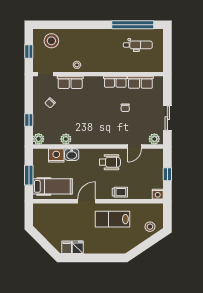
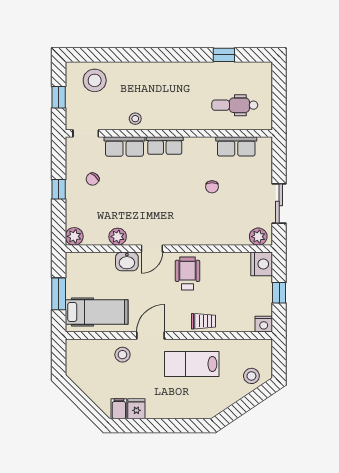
window: (133, 25) -> (224, 55), width x0.32
dental chair: (138, 45) -> (235, 105), moved, turned 180
row of seats: (115, 82) -> (165, 146), moved
window: (29, 120) -> (59, 189), moved
door: (135, 147) -> (152, 249), moved
nightstand: (56, 155) -> (262, 264), moved, turned 90
wheelchair: (110, 162) -> (188, 274), turned -90
stool: (69, 213) -> (122, 355), added

